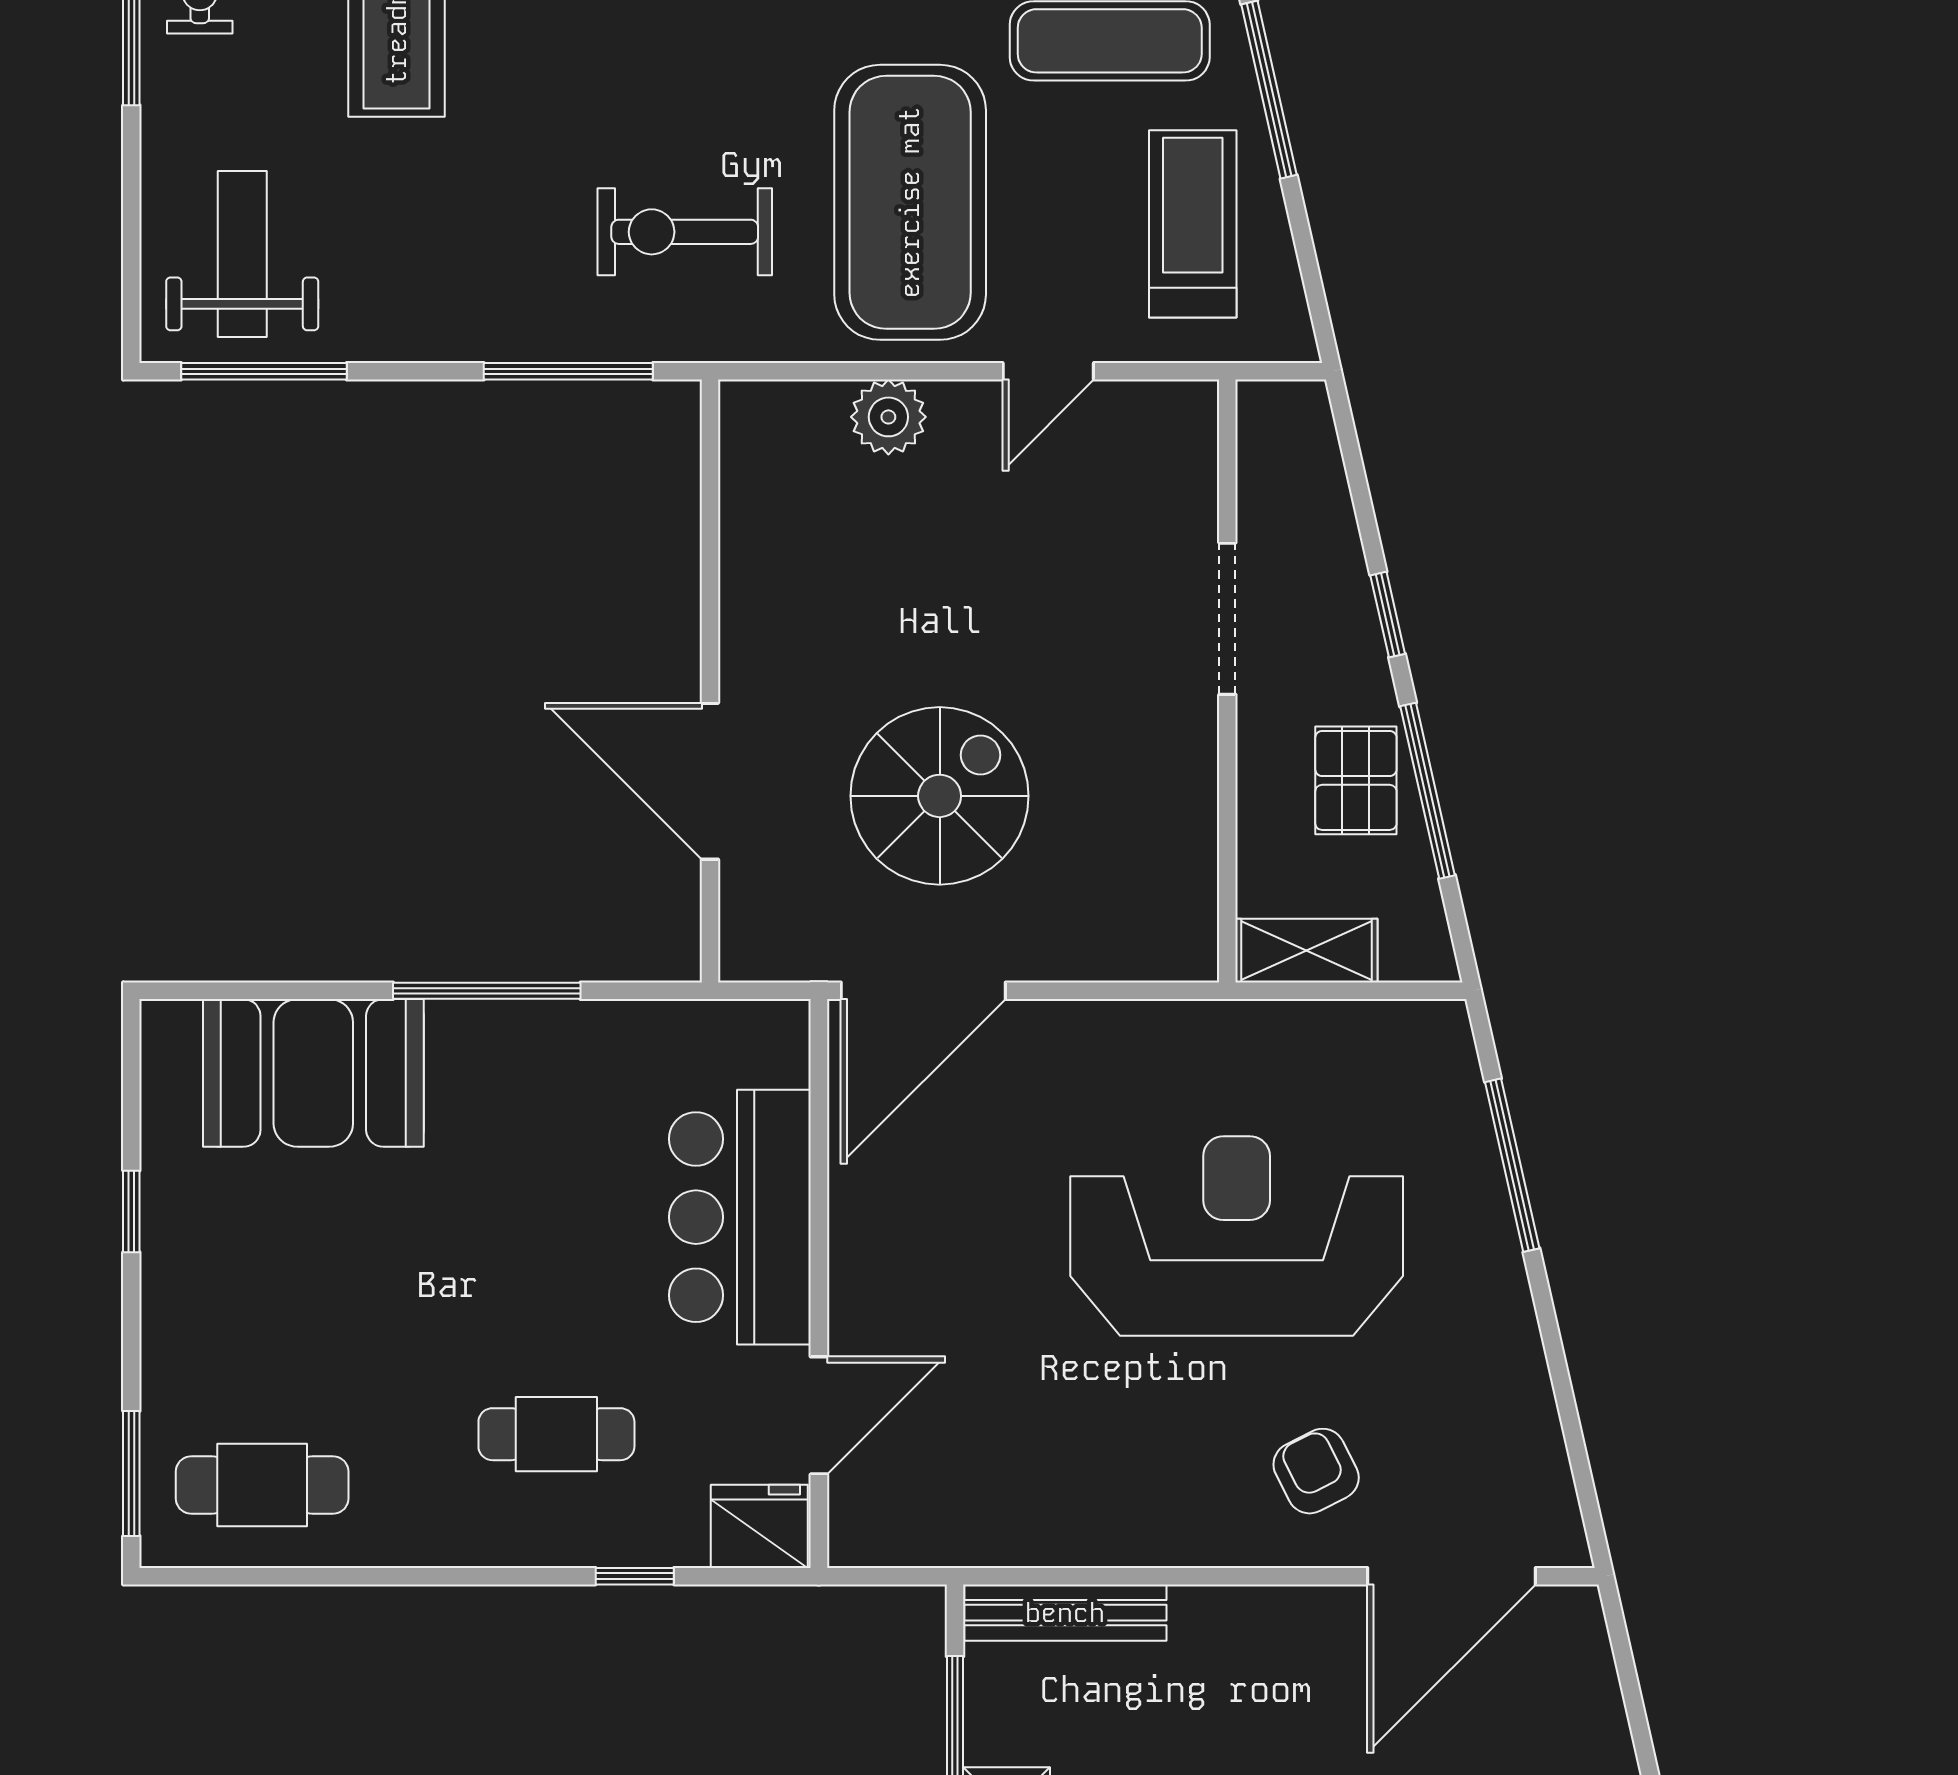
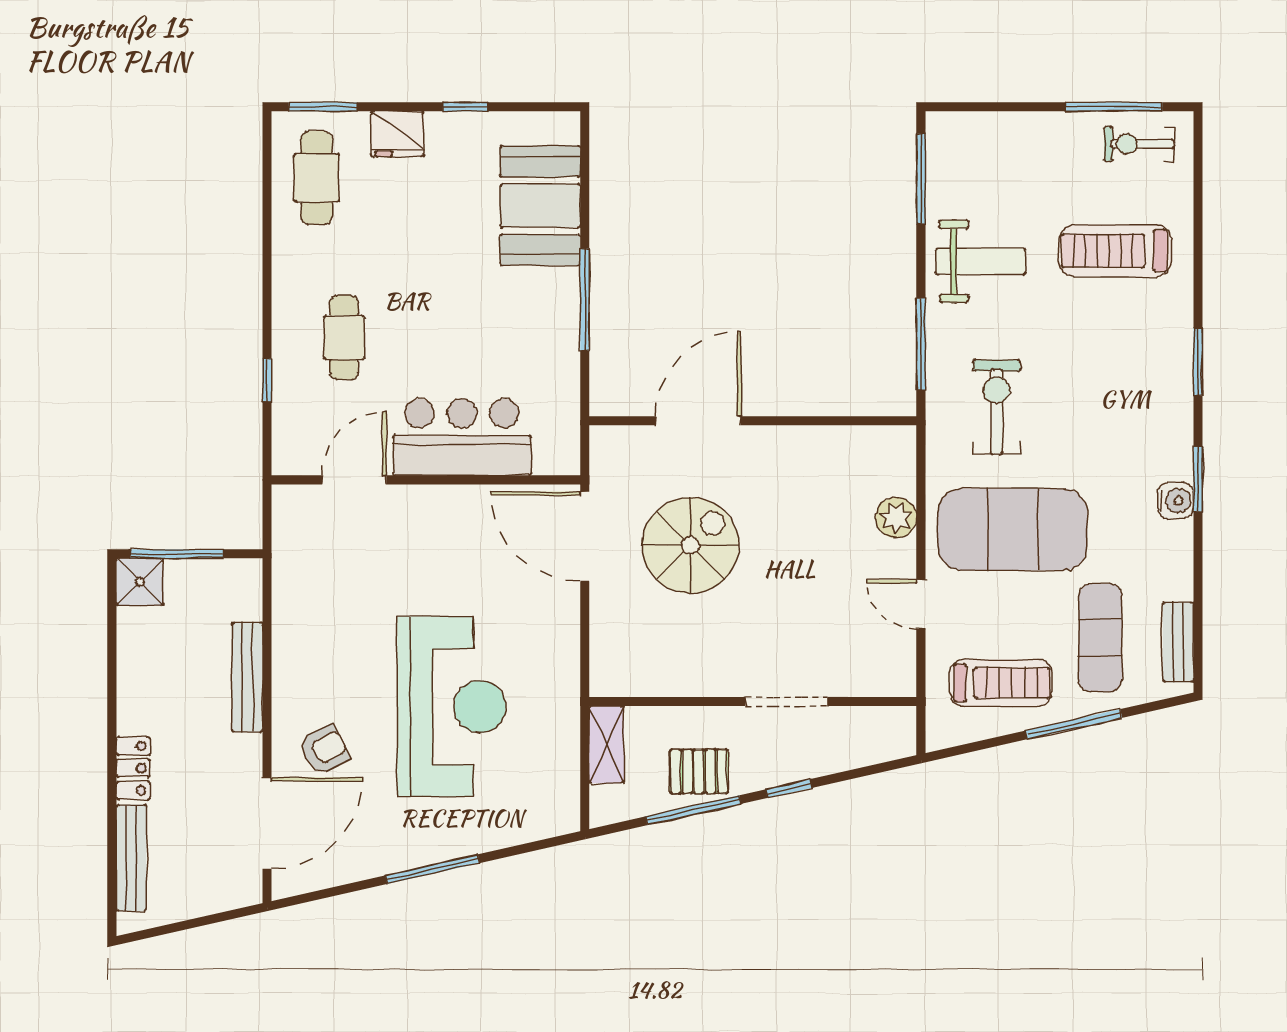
weight bench: (242, 254) -> (981, 261), moved
spiral stairs: (940, 796) -> (690, 545), turned -90
window: (1512, 1165) -> (433, 869), moved
door: (819, 1415) -> (354, 480), swing flipped
fridge: (759, 1526) -> (398, 134), moved, turned 90
door: (1452, 1576) -> (267, 823), swing flipped
bench: (1065, 1613) -> (247, 677), moved

